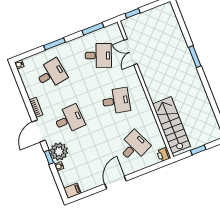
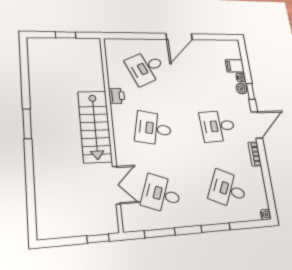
window: (195, 57) -> (27, 124), moved
desk: (51, 74) -> (228, 189), turned 33
stairs: (171, 125) -> (95, 126), moved
plant: (59, 152) -> (242, 89), width x0.53, depth x0.53
printer: (164, 154) -> (117, 96), moved
filing cabinet: (72, 191) -> (235, 66), moved

